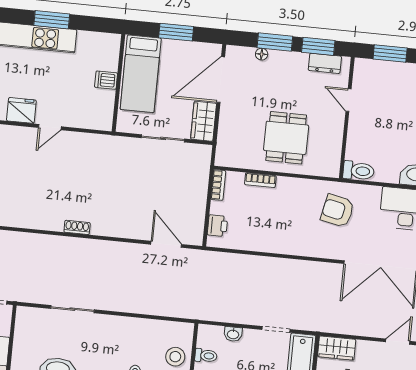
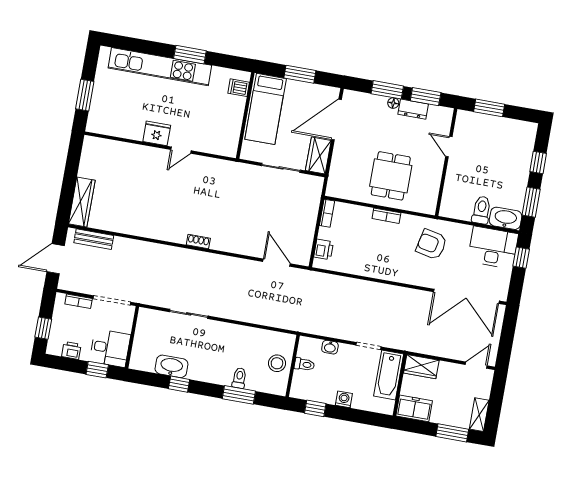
floor lamp: (262, 54) -> (393, 103), moved
dresser: (325, 63) -> (413, 109), moved
dishwasher: (106, 80) -> (239, 88), moved
toilet: (359, 171) -> (481, 210), moved, turned -90
bookcase: (260, 180) -> (386, 216), moved

